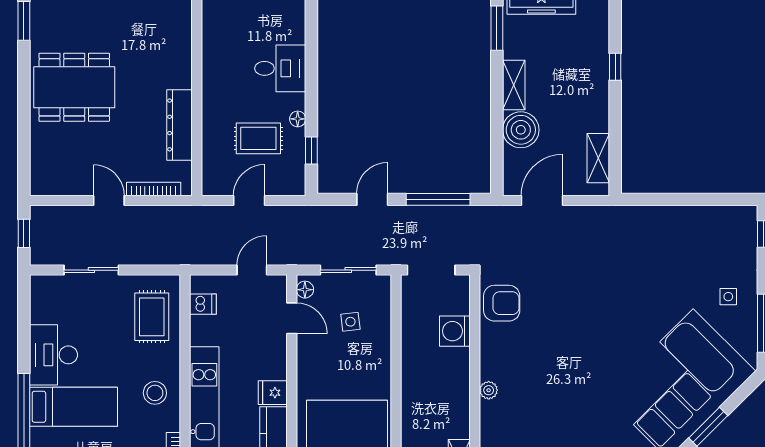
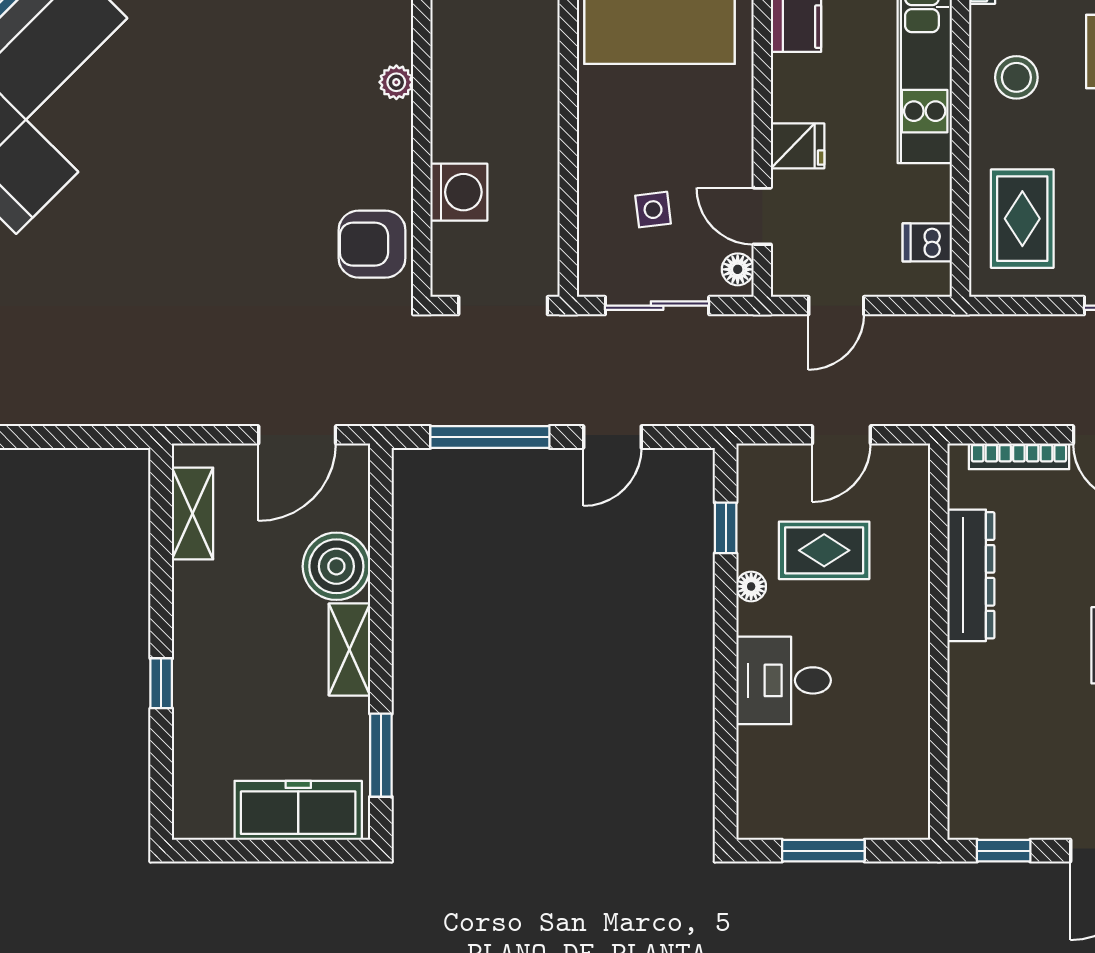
fridge: (273, 393) -> (798, 146), moved

